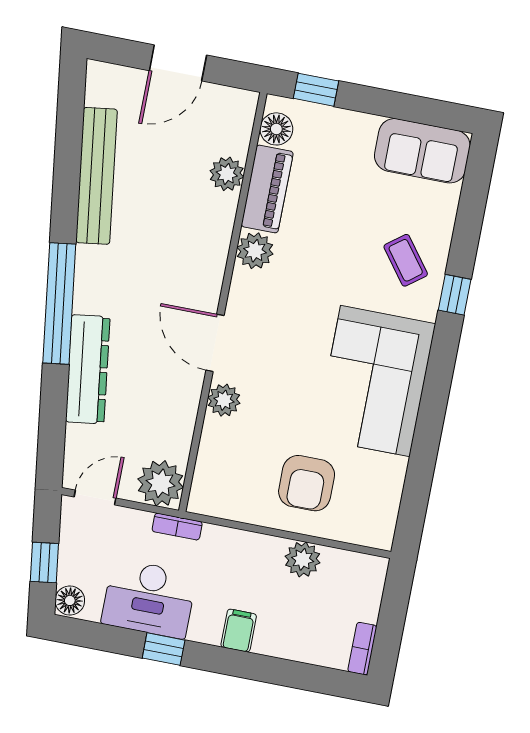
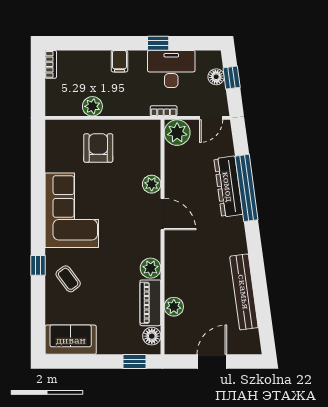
window: (59, 303) -> (246, 188), moved
floor lamp: (70, 600) -> (216, 77), moved

